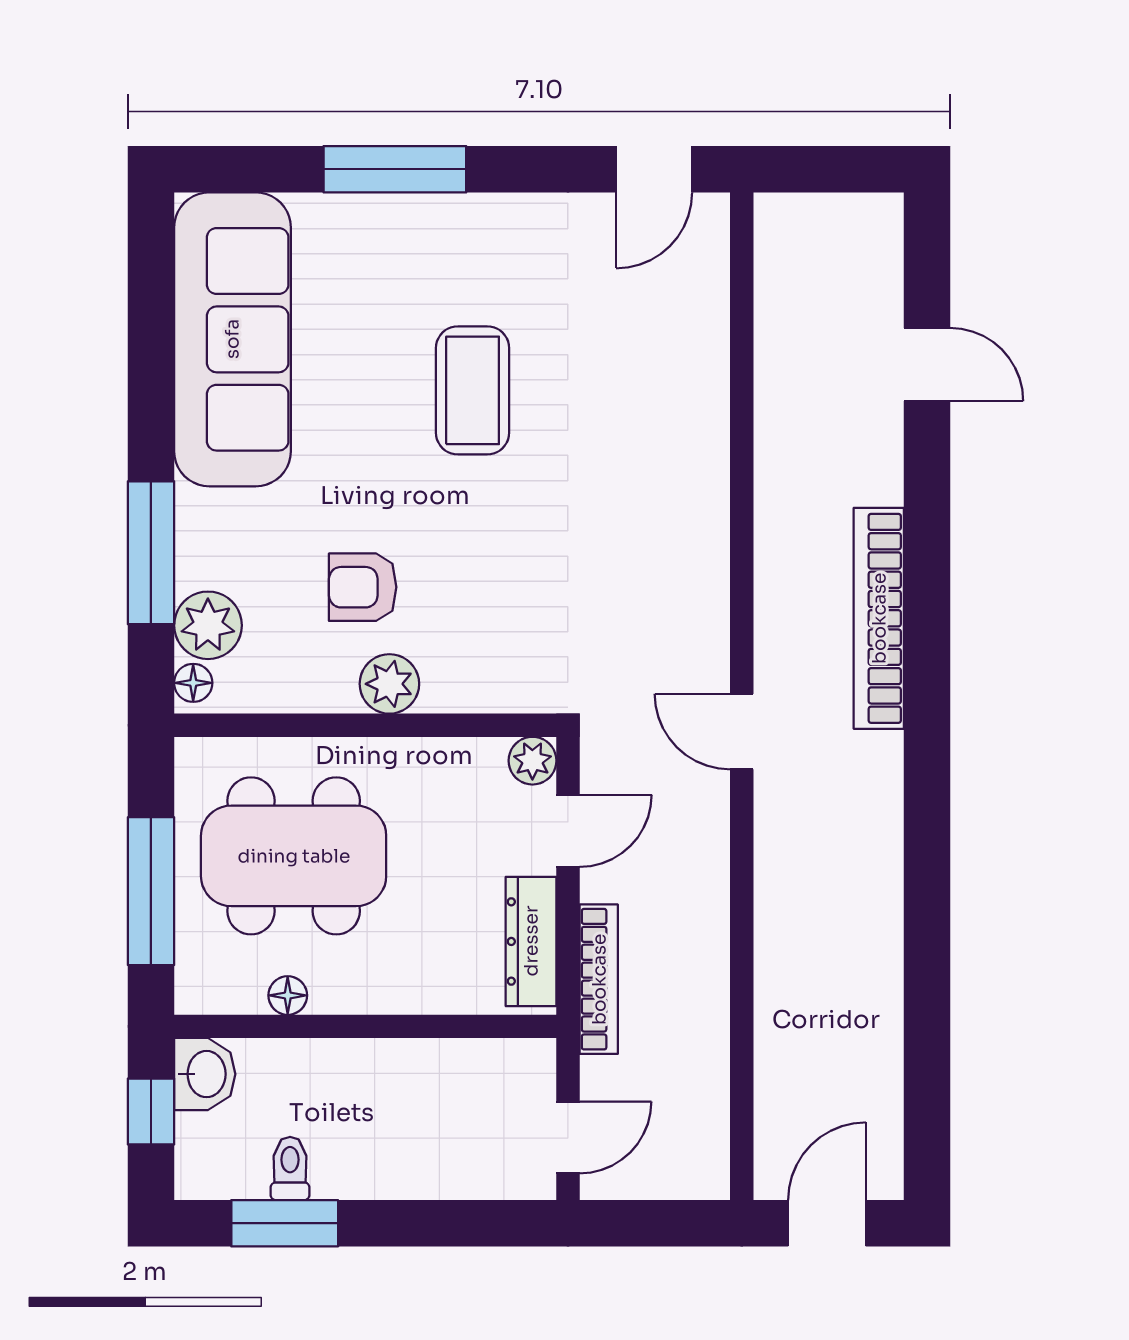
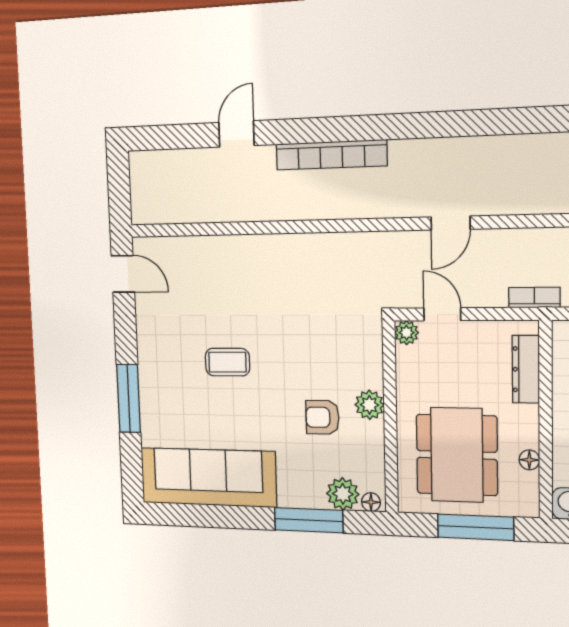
door: (927, 365) -> (236, 134), moved
coffee table: (473, 390) -> (227, 362), width x0.73, depth x0.77
armchair: (363, 587) -> (322, 417), turned 90
door: (742, 732) -> (451, 223), moved
dresser: (531, 941) -> (526, 369), moved, turned 90
bookcase: (599, 979) -> (534, 298), width x0.64

